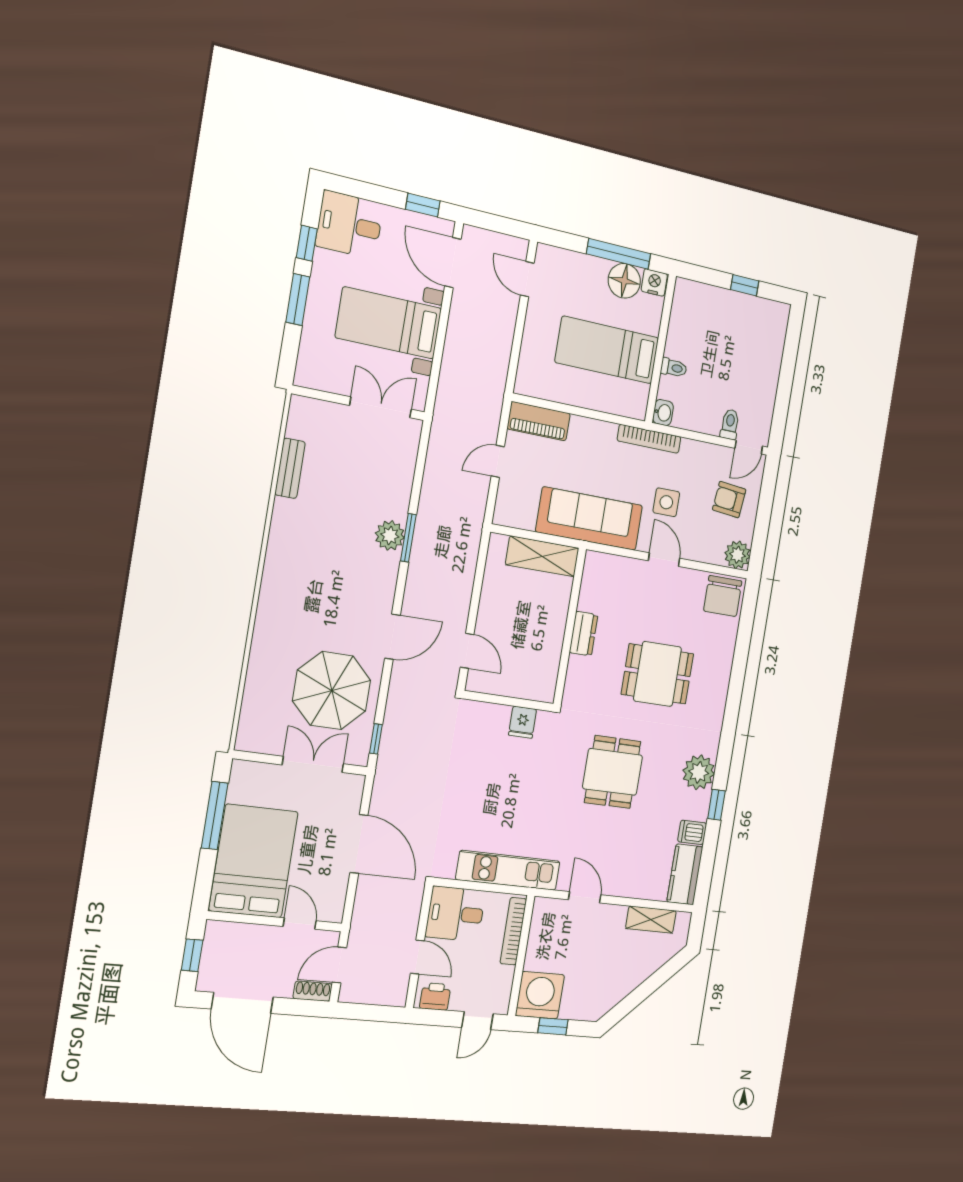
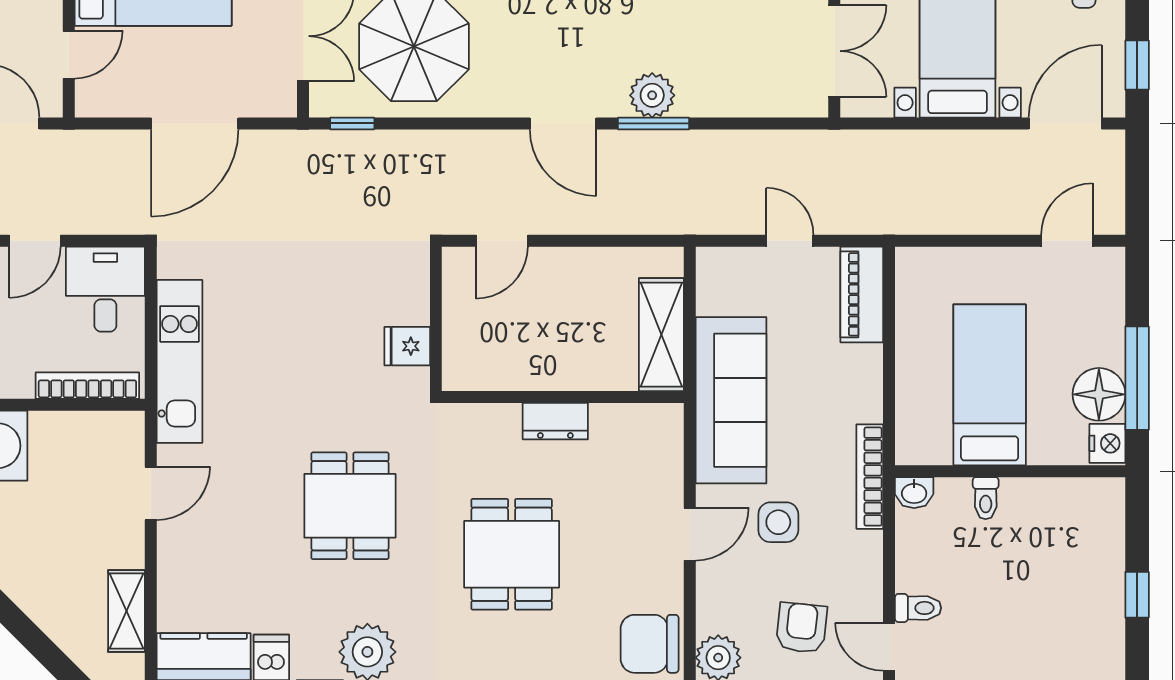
door: (392, 637) -> (563, 123), moved
dining table: (613, 772) -> (350, 506), turned 90

